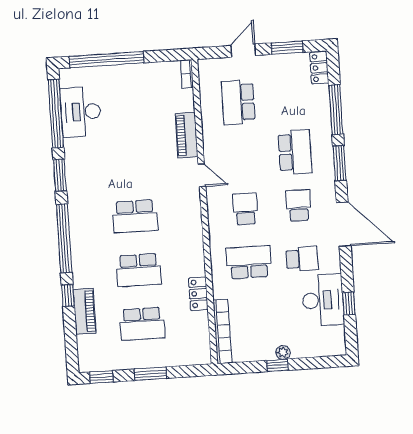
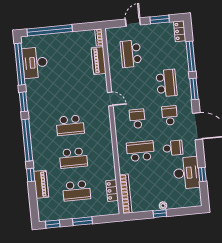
piano: (187, 135) -> (99, 61), moved
locker: (198, 294) -> (112, 191), moved

